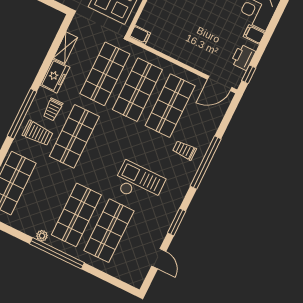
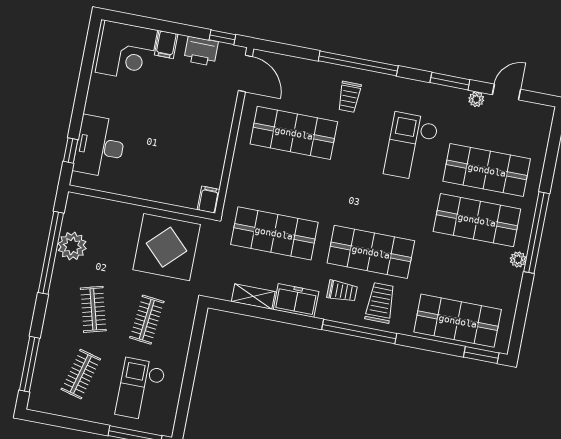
shop shelf: (137, 90) -> (284, 183), removed
plant: (159, 237) -> (476, 99), added

